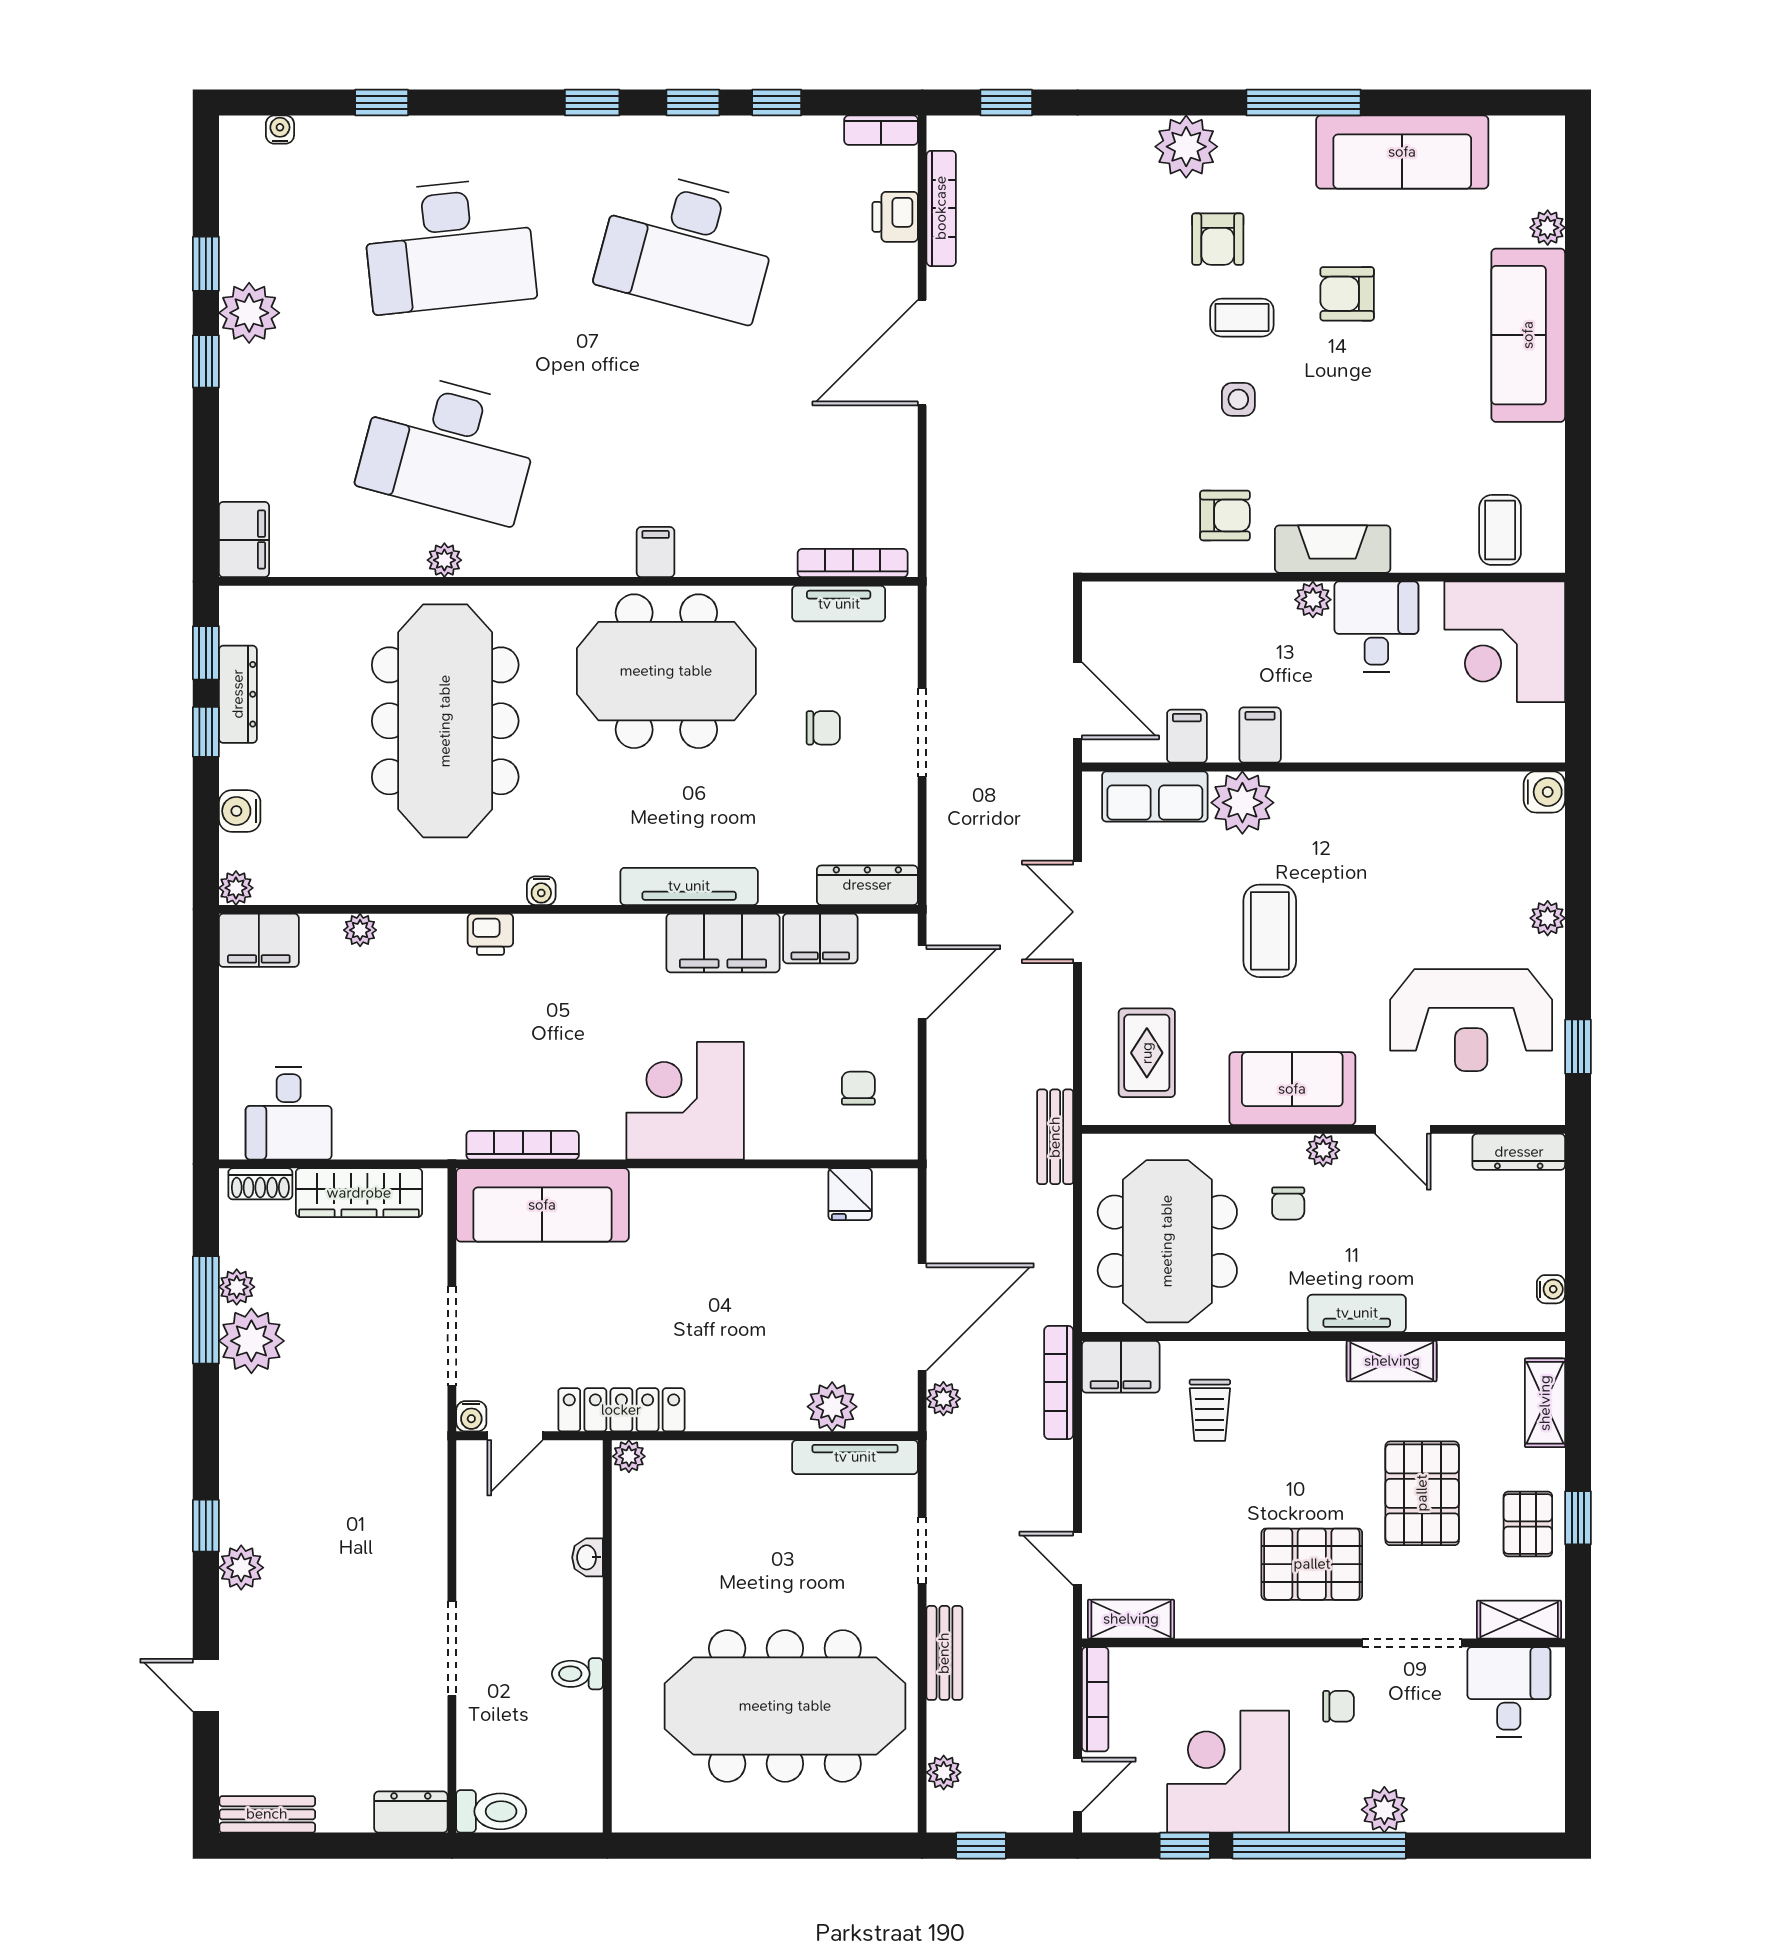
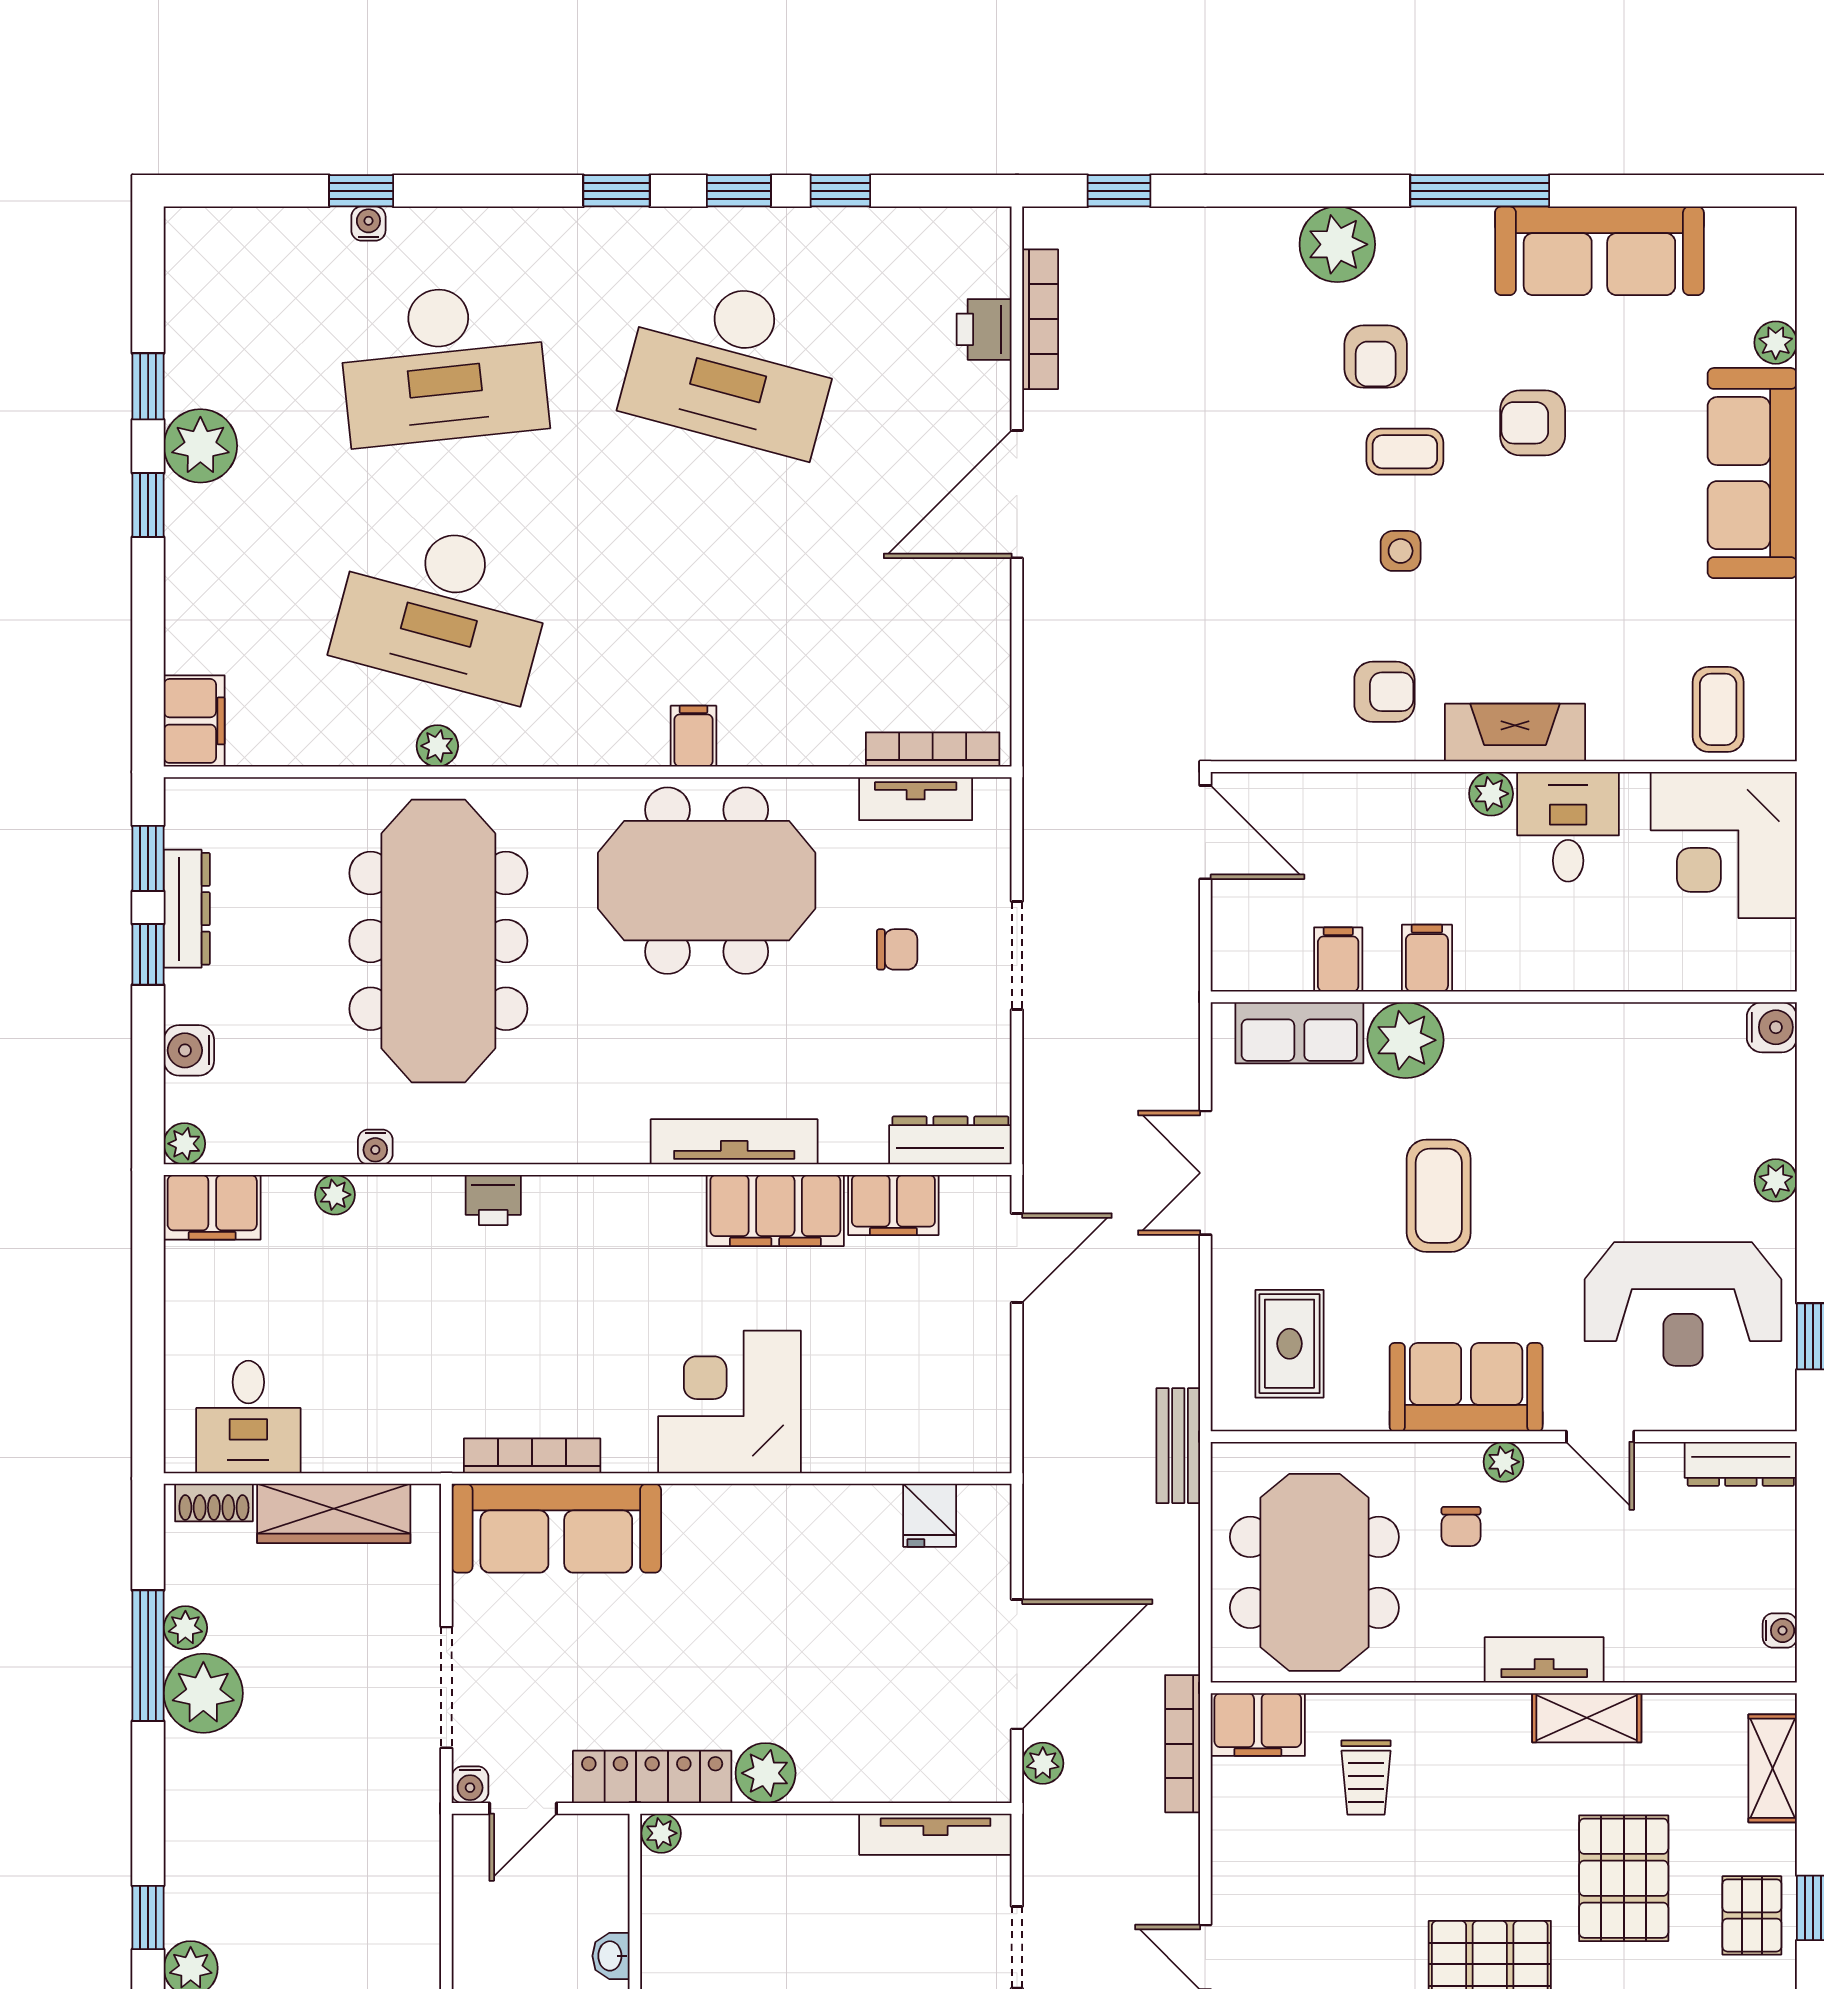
water cooler: (280, 130) -> (368, 224), moved
bookcase: (881, 130) -> (967, 224), removed
door: (1077, 701) -> (1205, 832), moved
water cooler: (541, 891) -> (375, 1147), moved
chair: (858, 1088) -> (940, 1387), removed
plant: (832, 1407) -> (766, 1773), moved

